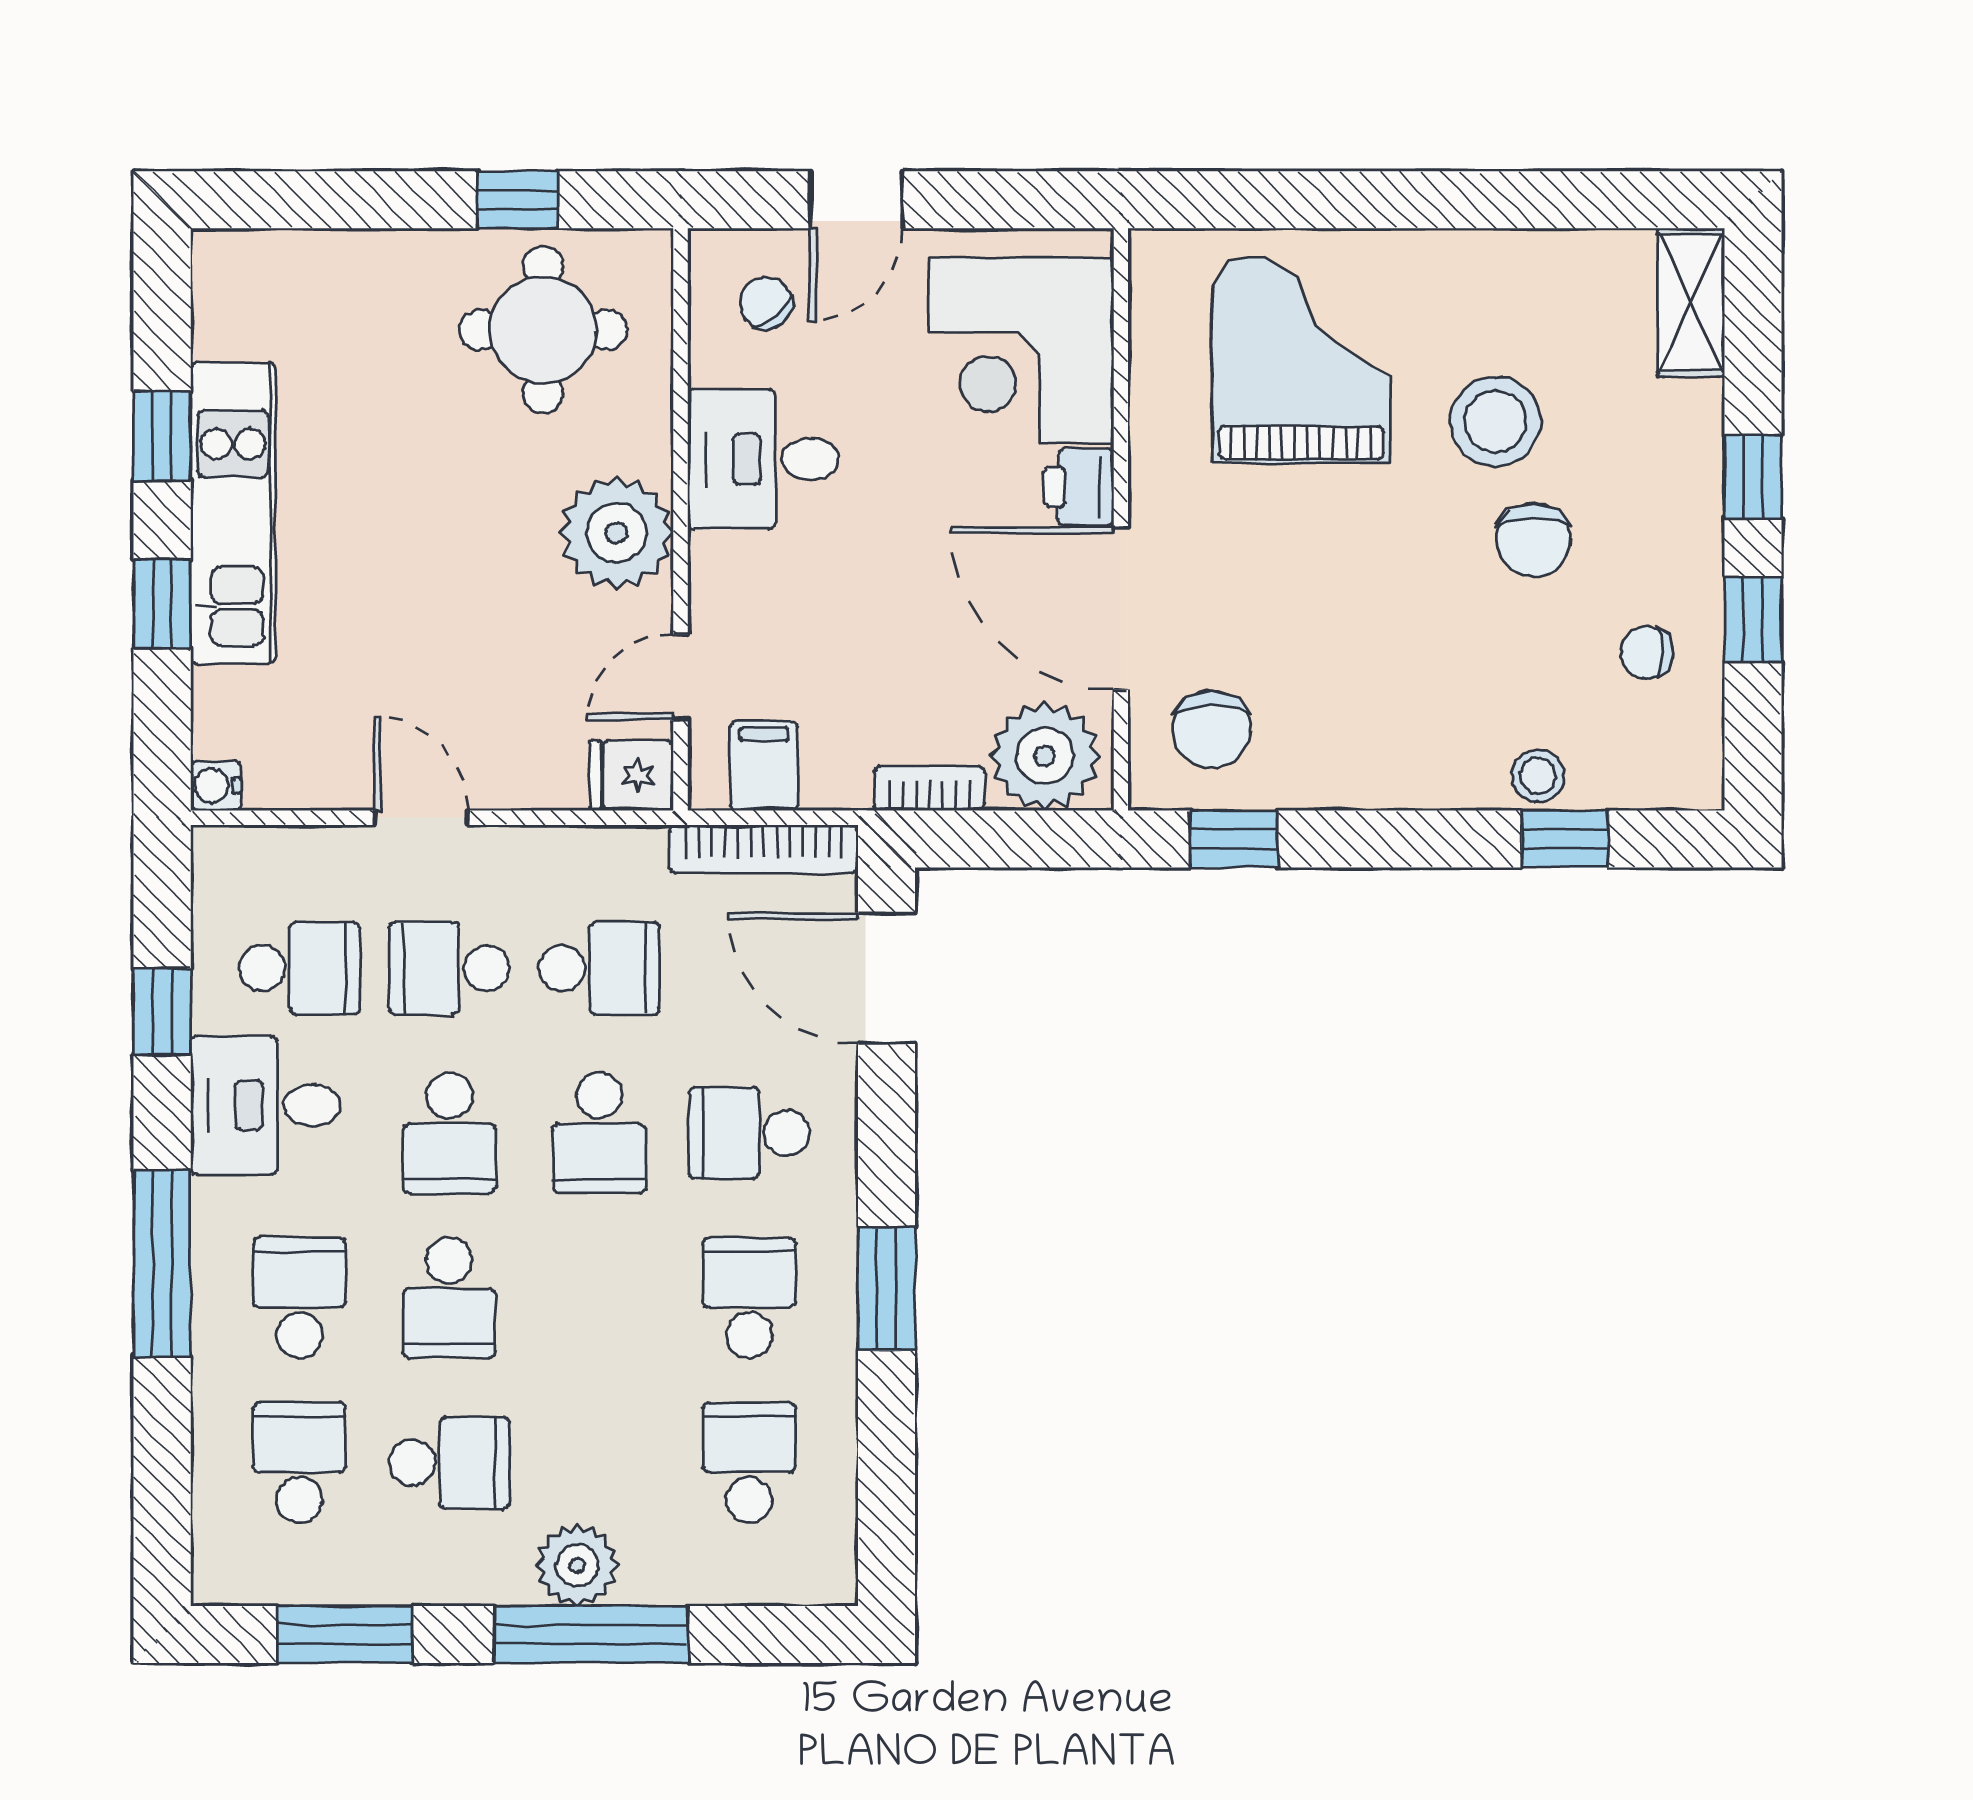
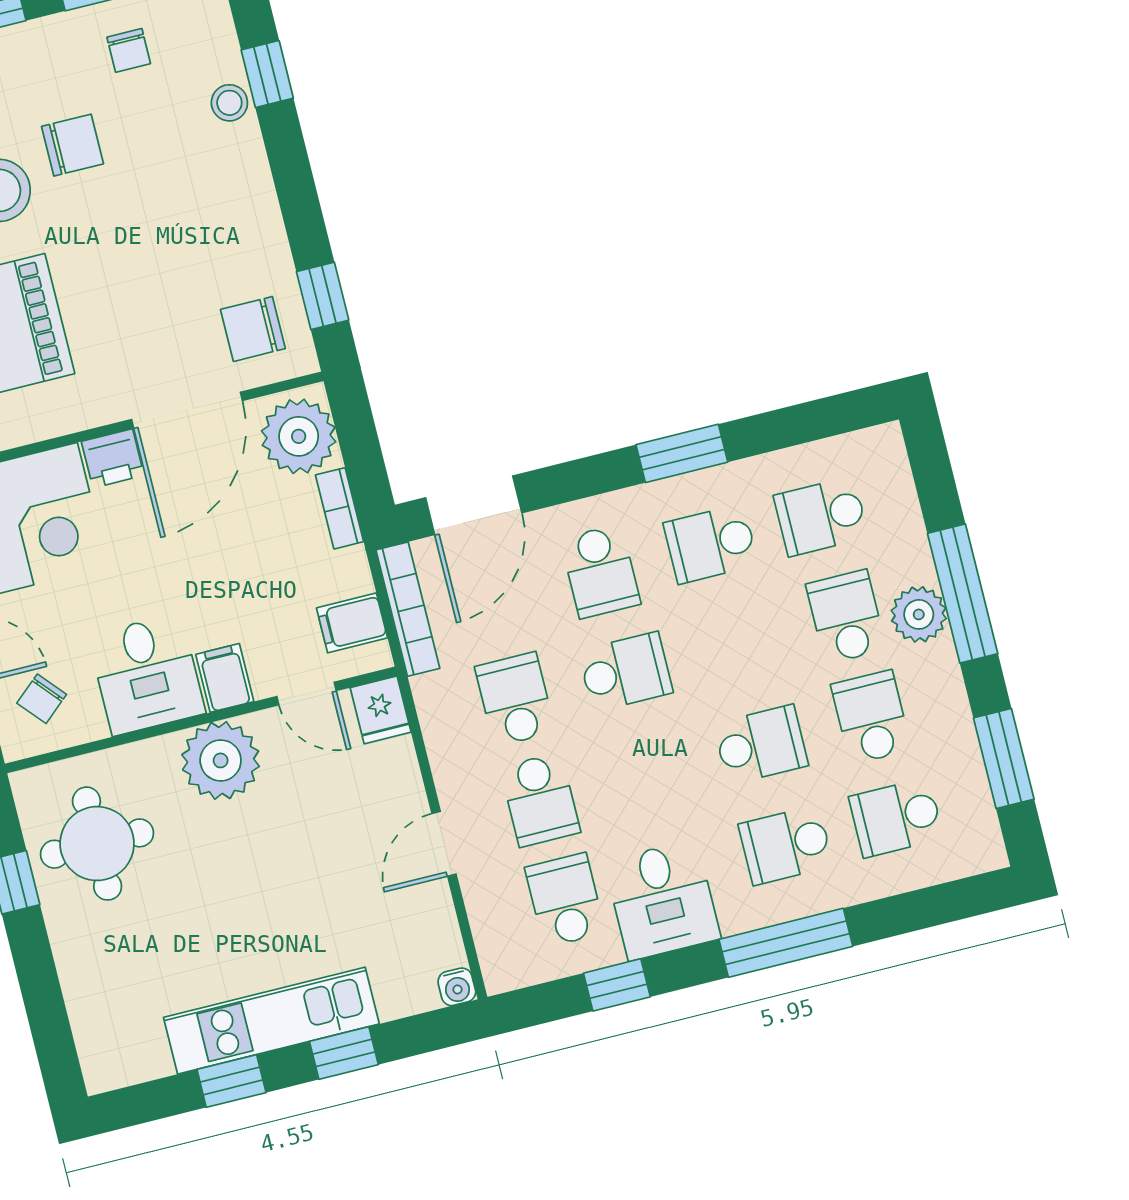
filing cabinet: (731, 568) -> (225, 678), added
chair: (1212, 730) -> (253, 329), turned 180
school desk: (449, 1133) -> (846, 617), moved, turned -90

